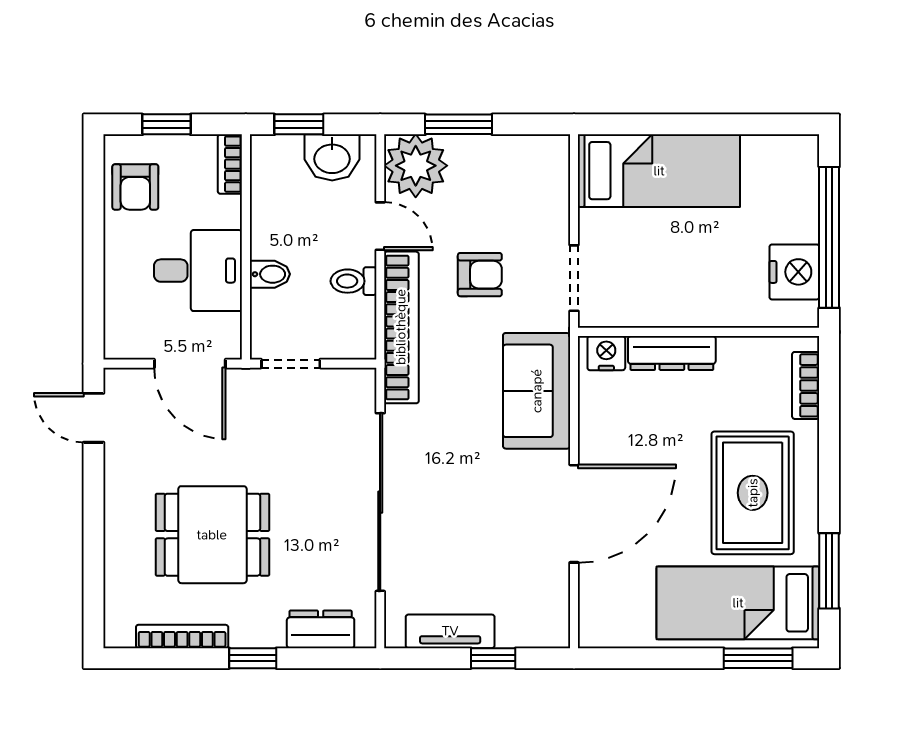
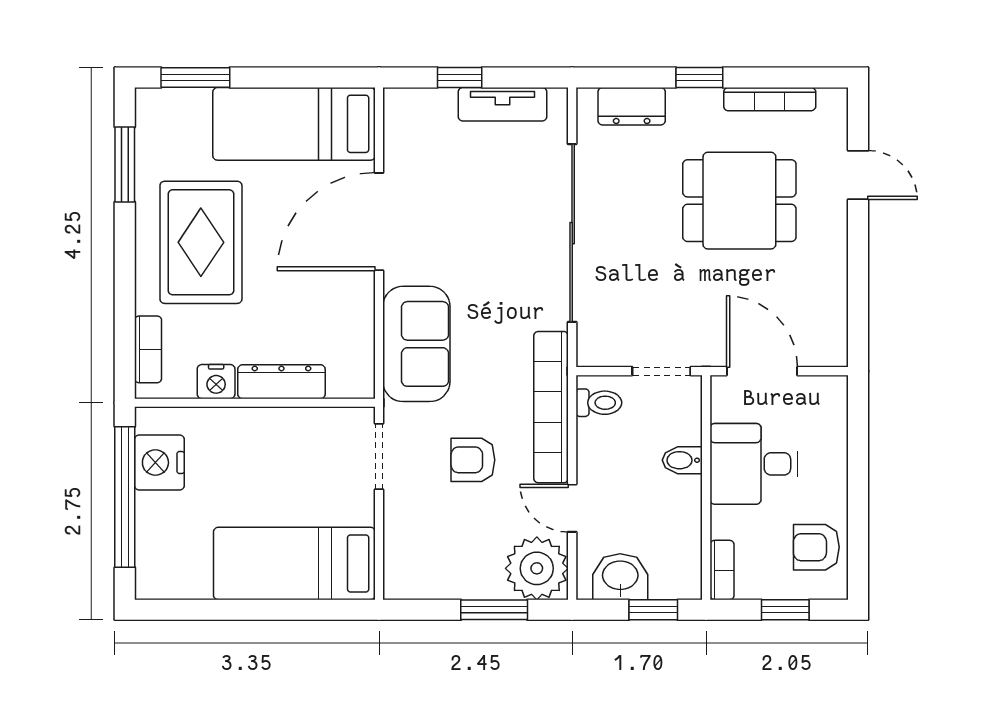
armchair: (135, 187) -> (816, 547), turned -90
toilet: (353, 281) -> (599, 403), moved
nightstand: (606, 353) -> (216, 382), moved
door: (94, 418) -> (858, 175), moved
bed: (738, 603) -> (294, 124), moved, turned 180

